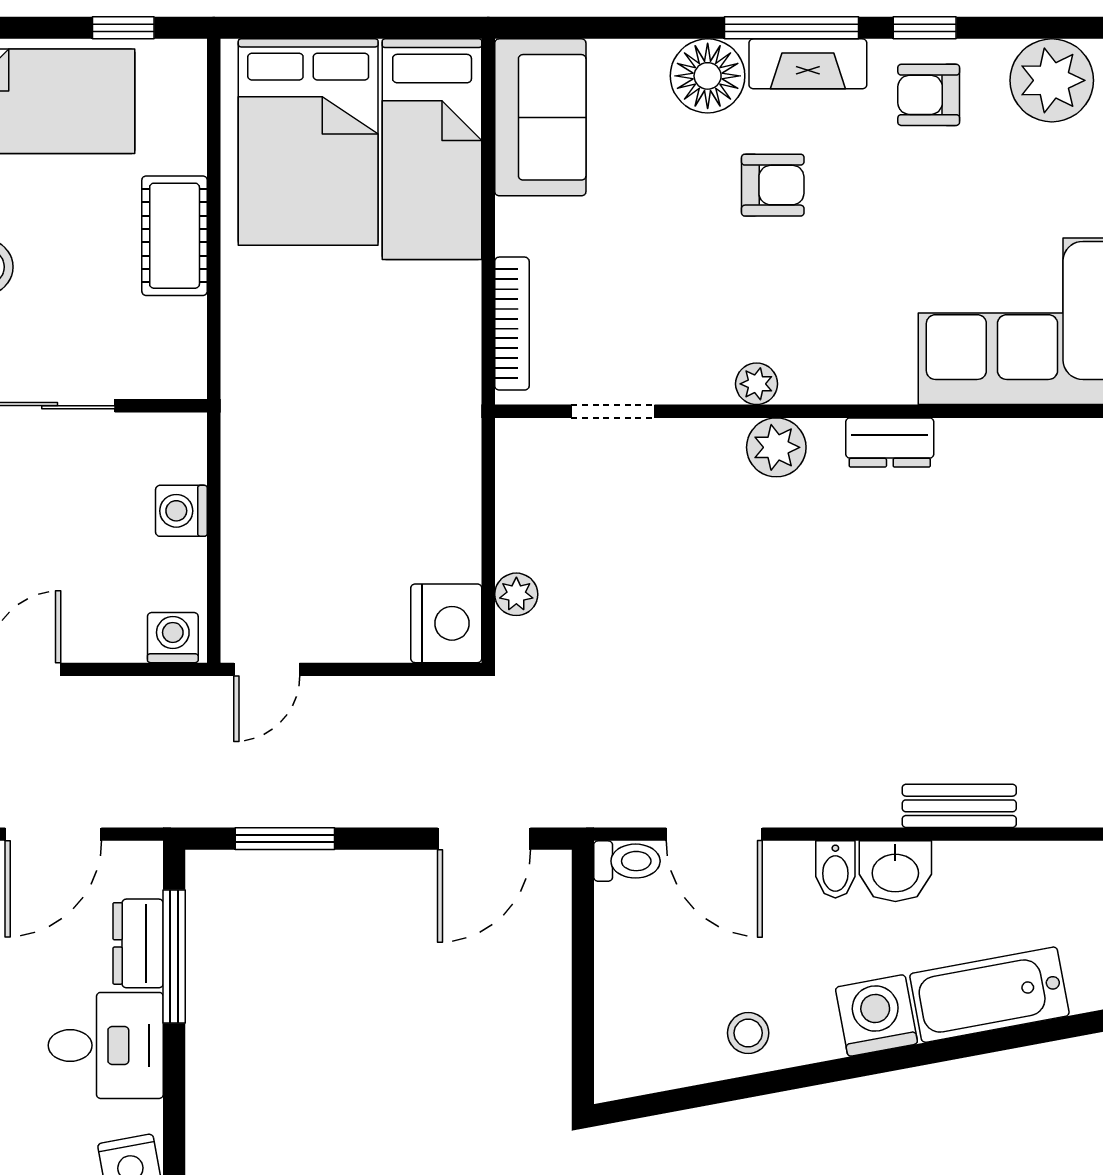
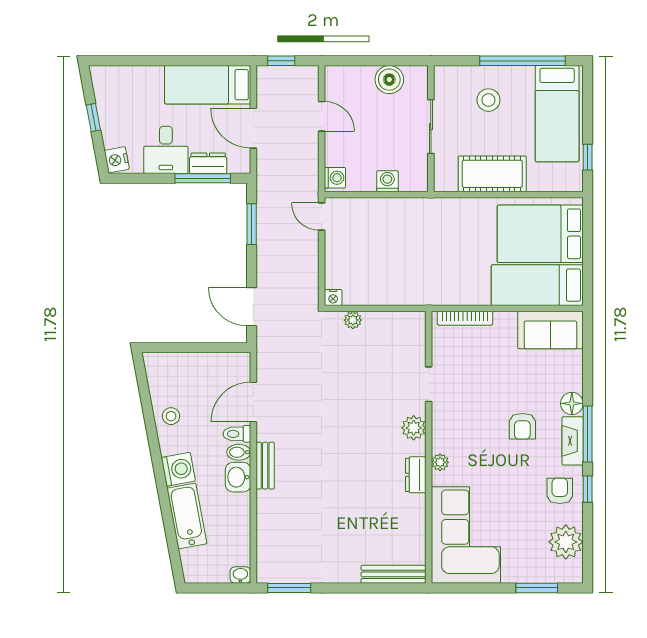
floor lamp: (708, 76) -> (572, 403), width x0.73, depth x0.73
cot: (175, 236) -> (492, 174), width x1.37, depth x1.34
plant: (757, 384) -> (440, 462), moved
doorway: (613, 411) -> (429, 384), moved
nightstand: (446, 623) -> (333, 298), width x0.53, depth x0.56
bench: (959, 806) -> (265, 466), moved
toilet: (627, 861) -> (237, 434), moved, turned 90

